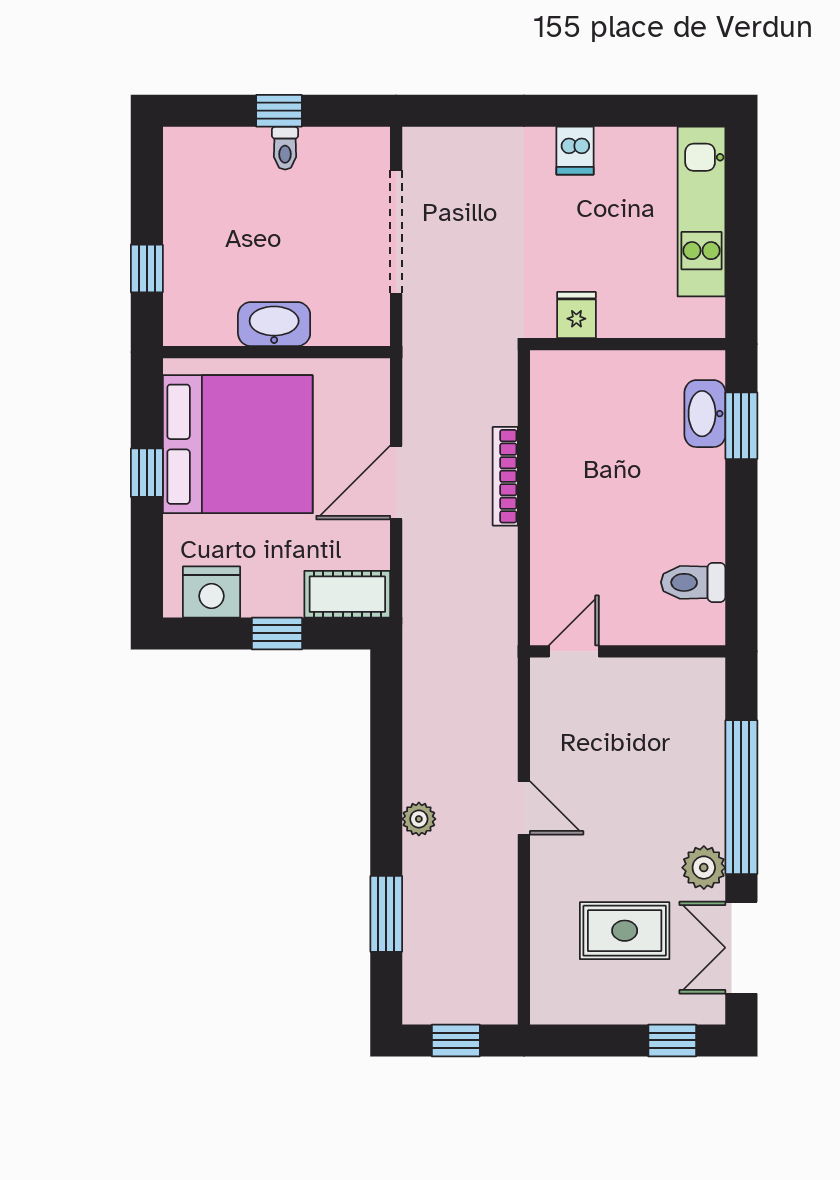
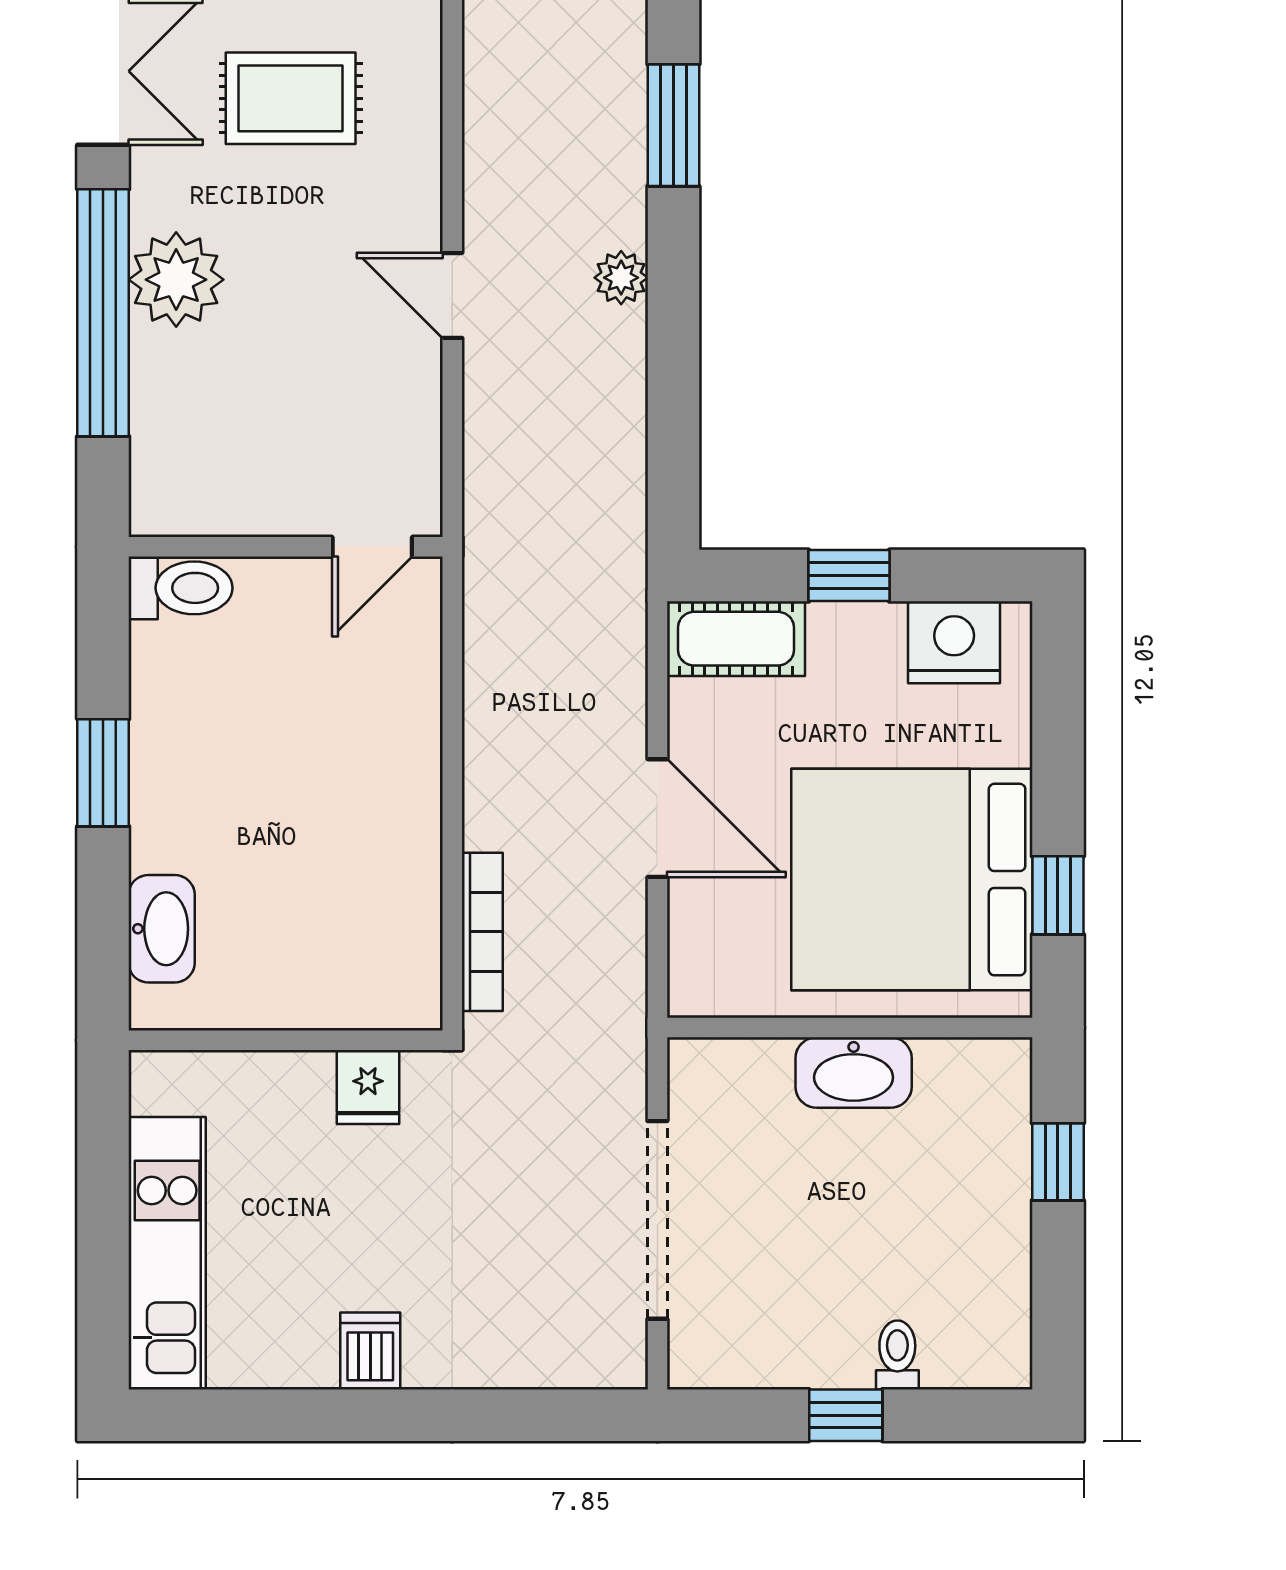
toilet: (285, 148) -> (897, 1355), moved
window: (741, 426) -> (103, 773), moved
window: (147, 473) -> (1058, 895), moved
bookcase: (505, 476) -> (482, 932), moved
door: (396, 482) -> (657, 818), hinge flipped
toilet: (693, 582) -> (181, 588), moved
plant: (704, 868) -> (176, 280), moved, width x1.36, depth x1.36

